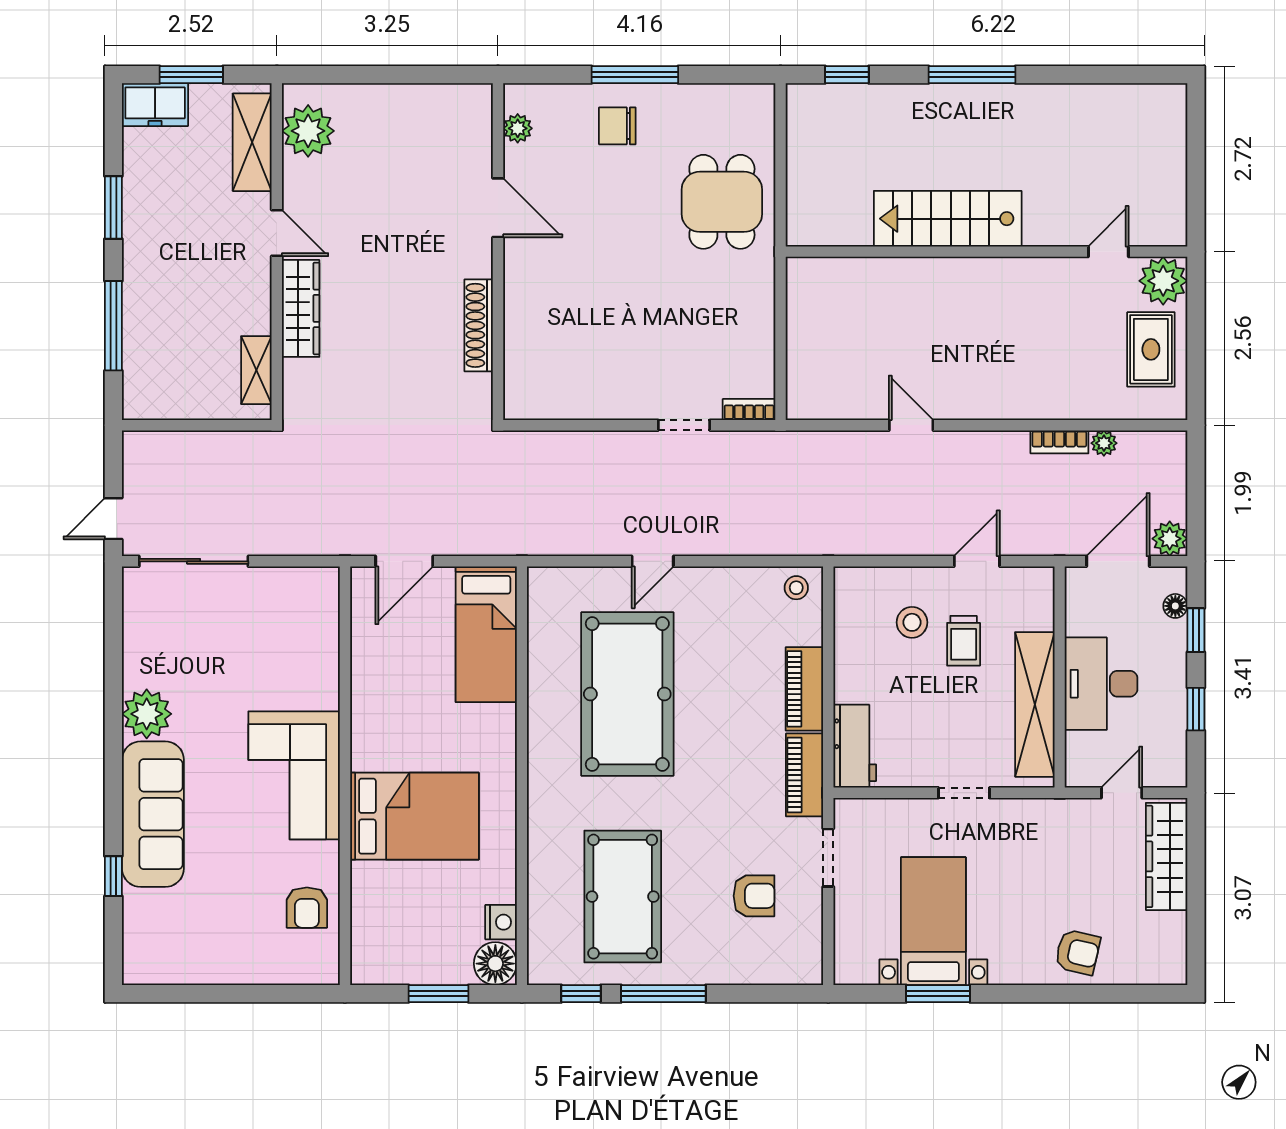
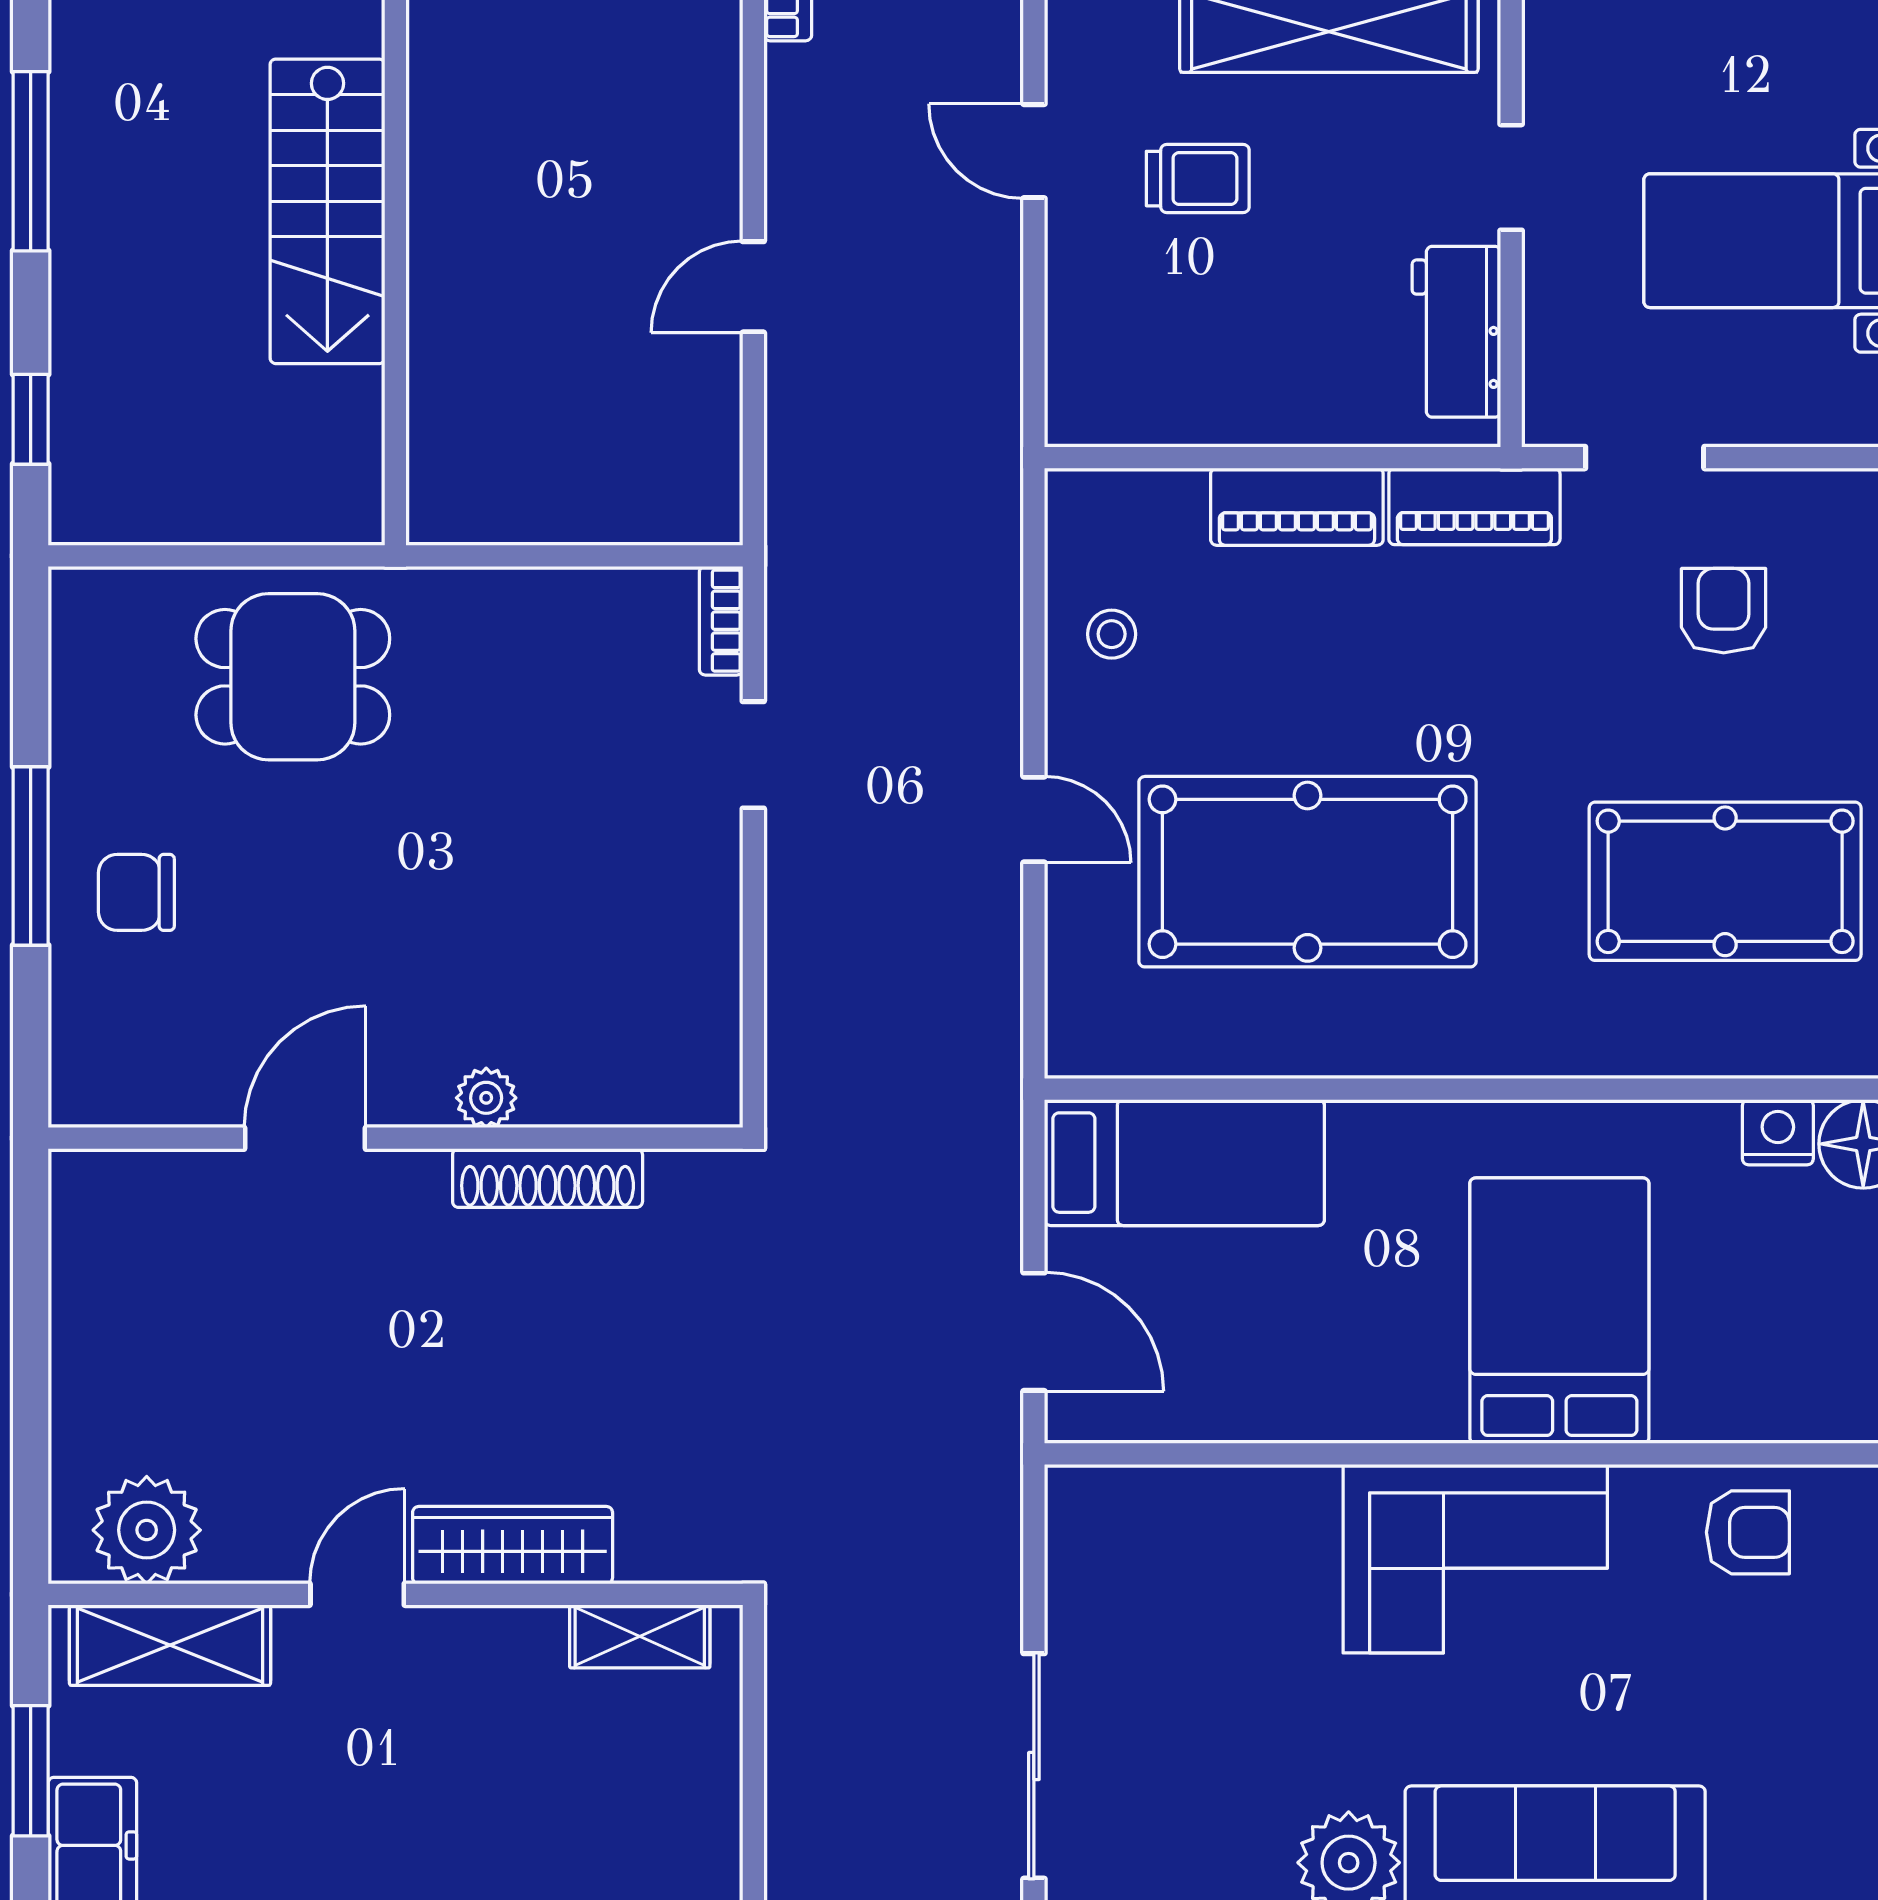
chair: (617, 126) -> (136, 892), turned 90
plant: (518, 128) -> (486, 1098), moved
stool: (796, 588) -> (1112, 634), moved
stool: (912, 622) -> (1160, 285), removed
workbench: (855, 746) -> (1456, 332), moved, turned -90

